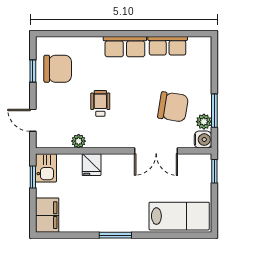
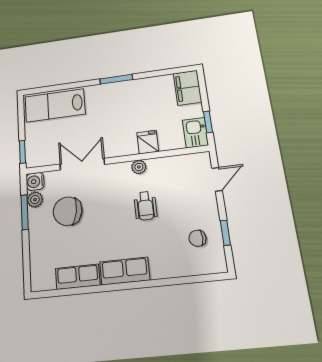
chair: (58, 69) -> (197, 238), width x0.54, depth x0.54
door: (33, 120) -> (217, 179), hinge flipped
plant: (79, 141) -> (139, 167), moved

